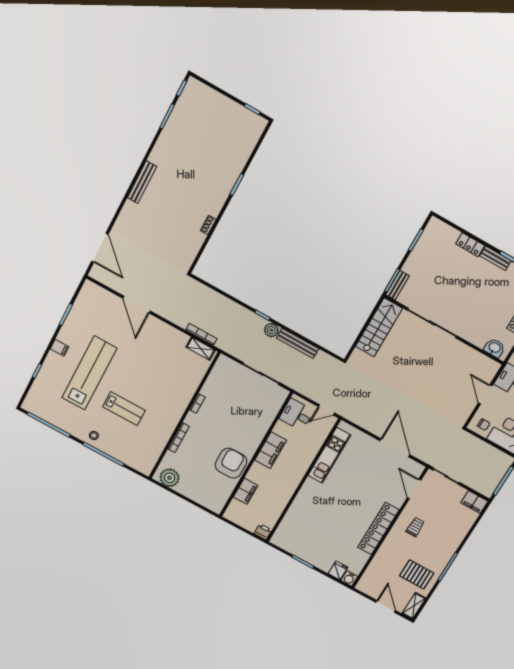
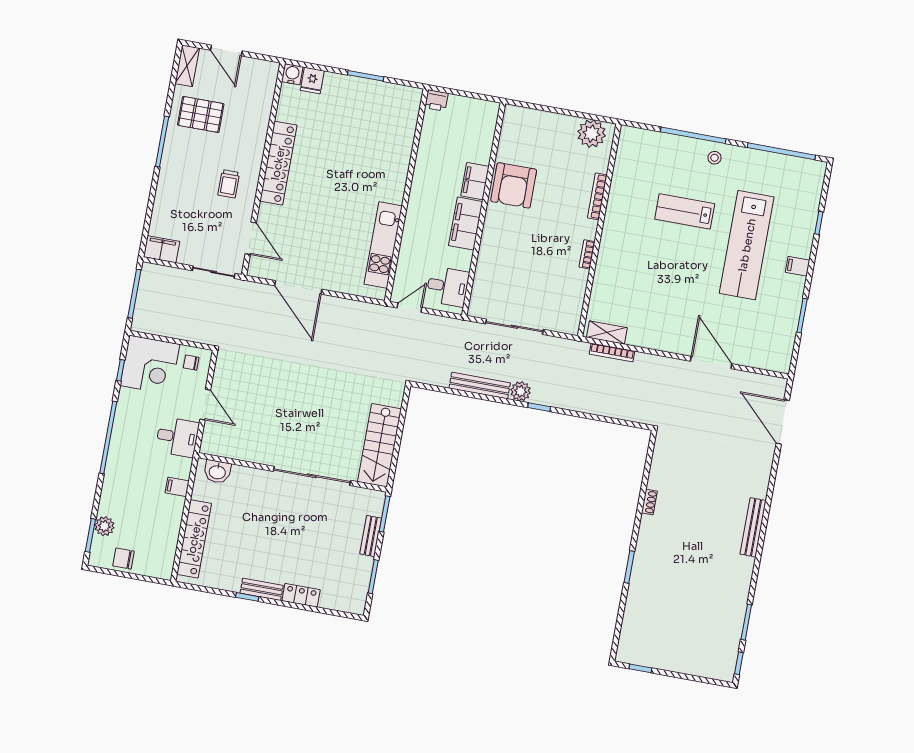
bench: (398, 285) -> (371, 536), moved
filing cabinet: (246, 491) -> (475, 181), moved

